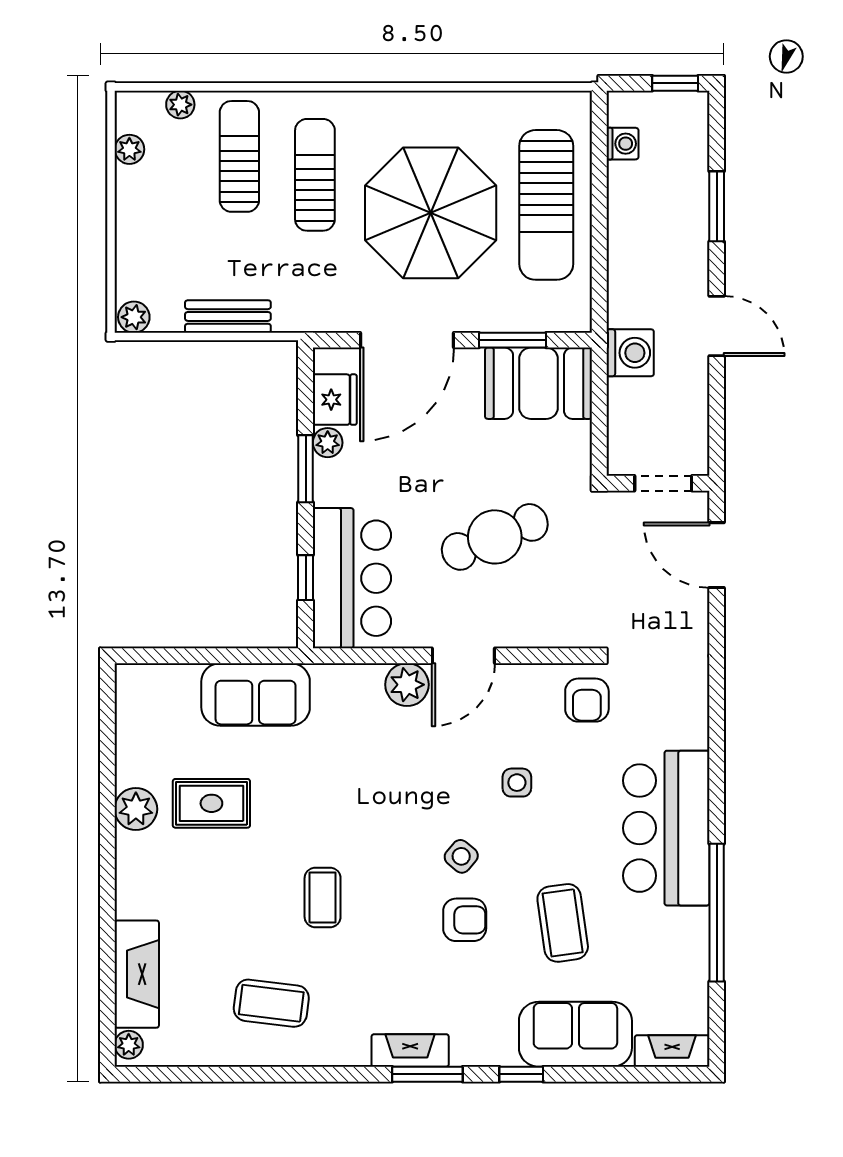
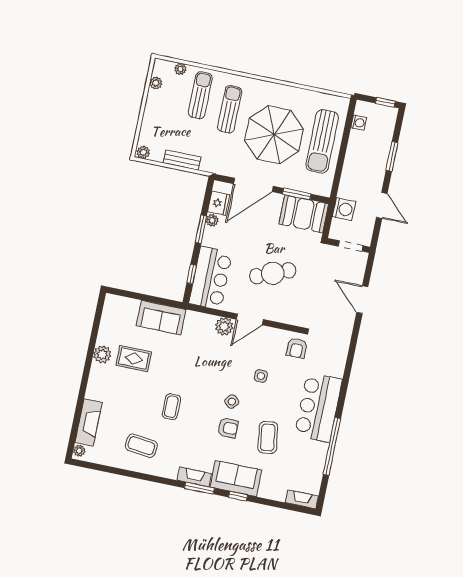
wall: (658, 483) -> (348, 246), moved
doorway: (663, 483) -> (351, 246), moved
sofa: (575, 1034) -> (236, 479), moved

